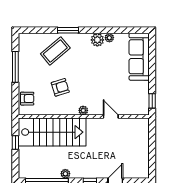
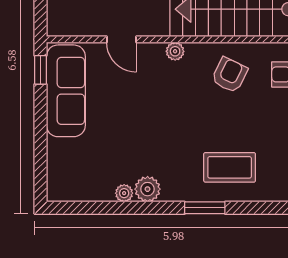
coffee table: (55, 51) -> (230, 167), turned 40
sofa: (139, 57) -> (66, 91), moved
armchair: (60, 87) -> (229, 75), moved, turned 133

